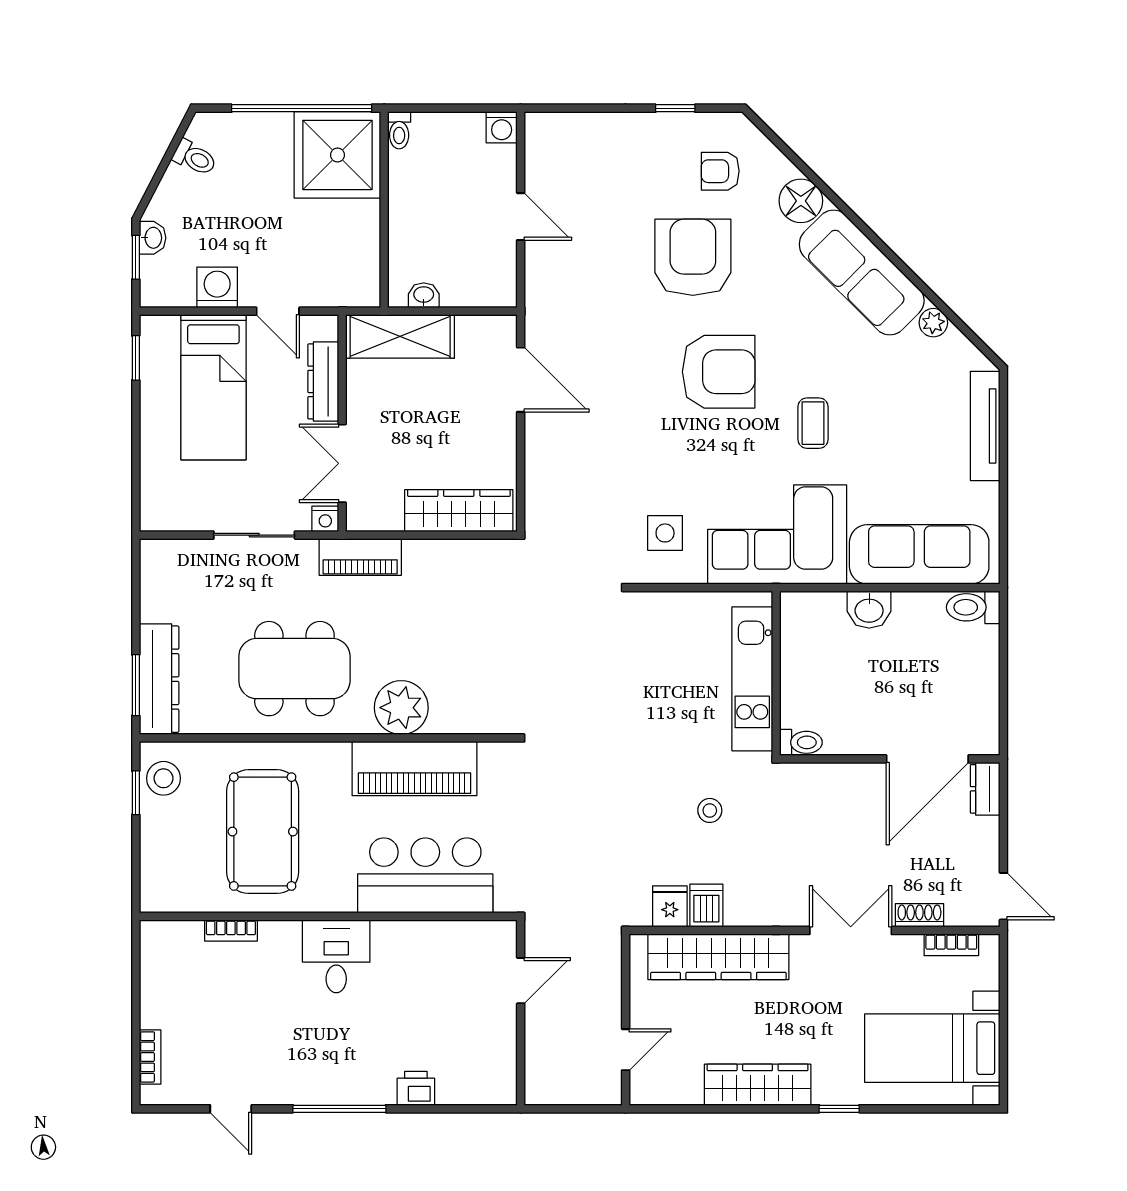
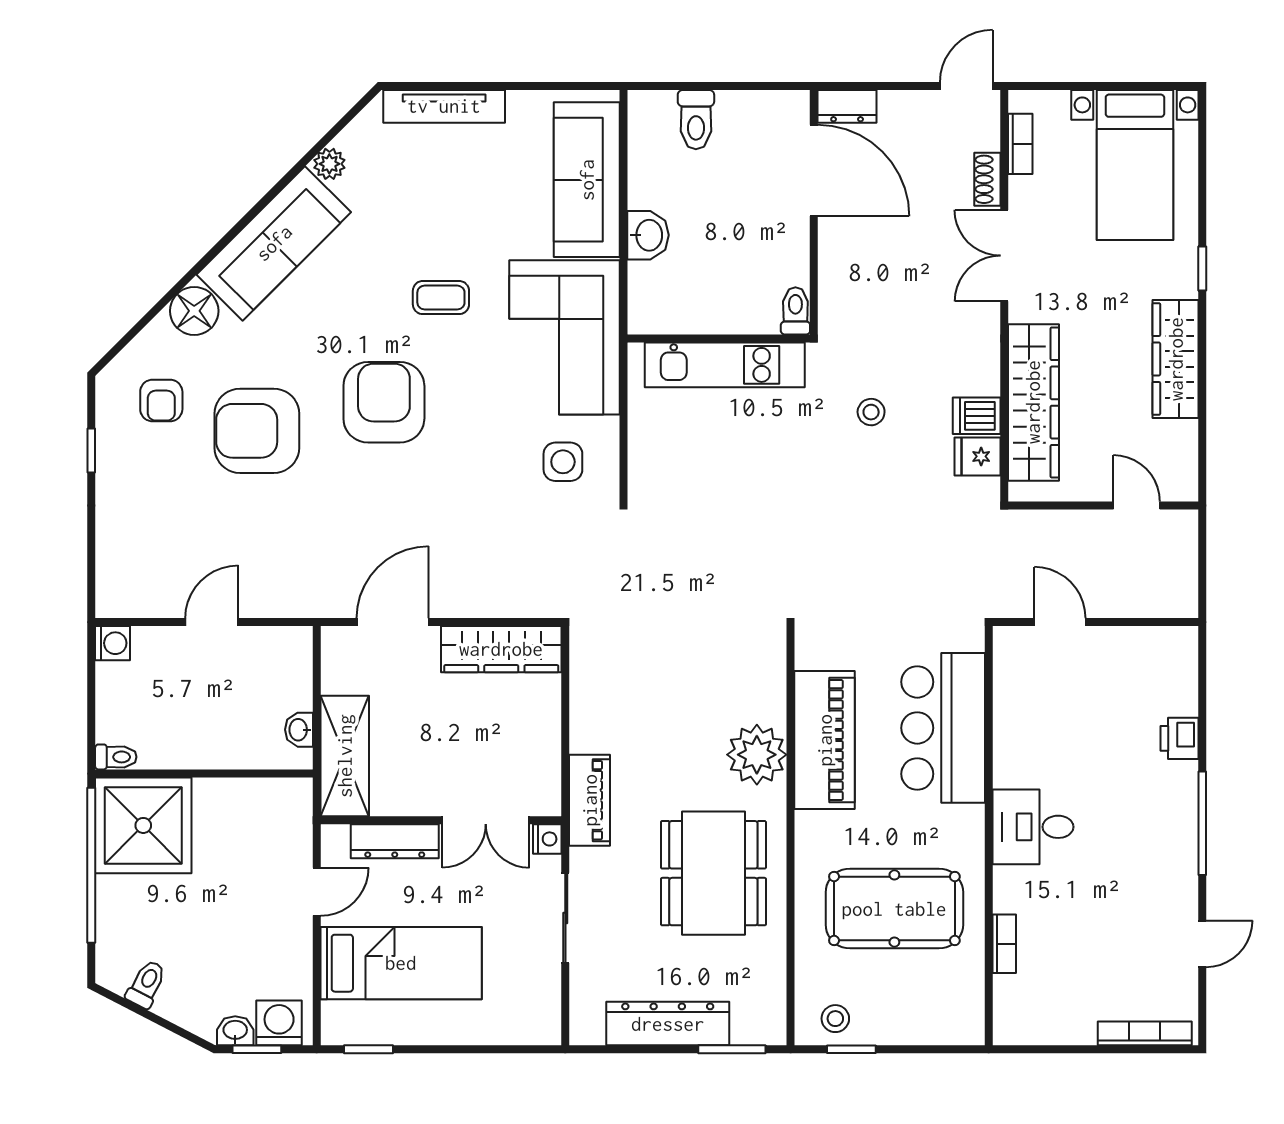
washing machine: (217, 287) -> (279, 1023), moved, turned 90
wardrobe: (459, 511) -> (501, 649), moved, turned -90
toilet: (973, 607) -> (696, 120), moved
dresser: (159, 679) -> (668, 1024), moved
stool: (164, 778) -> (835, 1019), width x0.73, depth x0.73
bookcase: (150, 1057) -> (1145, 1033), width x1.56

